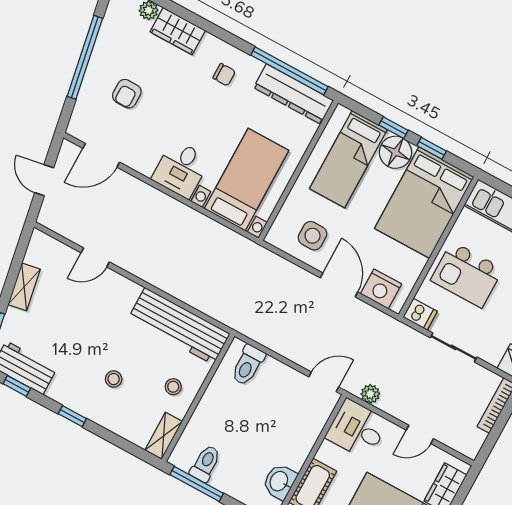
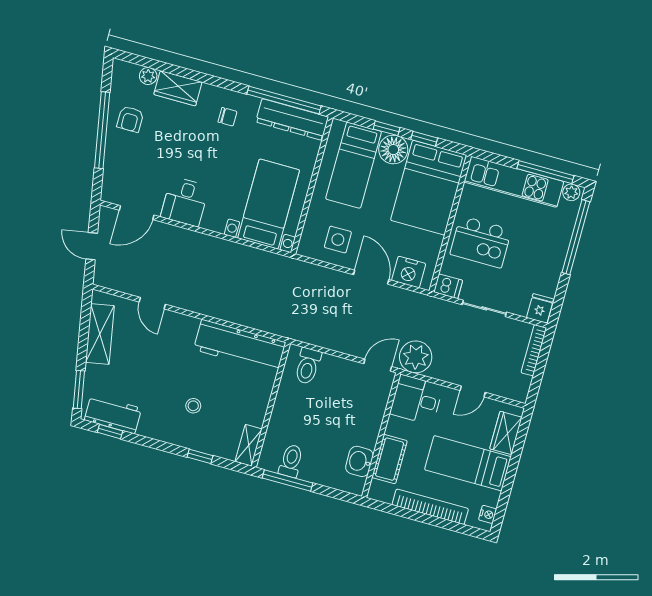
armchair: (127, 94) -> (130, 119), moved
desk: (181, 169) -> (185, 202), moved
door: (95, 257) -> (152, 303), hinge flipped
shelving: (24, 287) -> (100, 334), width x1.50, depth x1.33
stool: (173, 387) -> (247, 400), removed
plant: (370, 394) -> (416, 357), width x1.88, depth x1.88
window: (72, 416) -> (200, 456), moved

